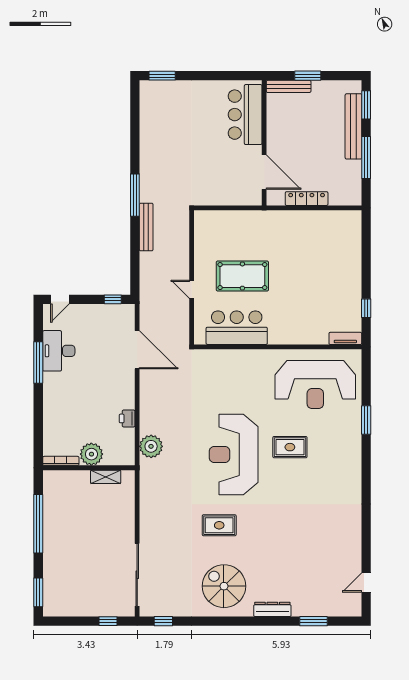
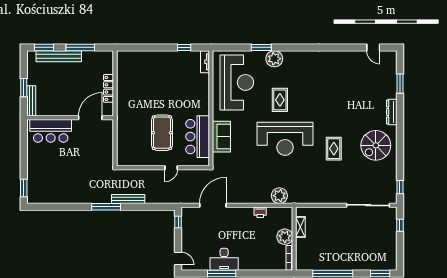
desk: (59, 351) -> (224, 259), moved
sofa: (237, 362) -> (221, 137), added
plant: (350, 439) -> (274, 59), added

